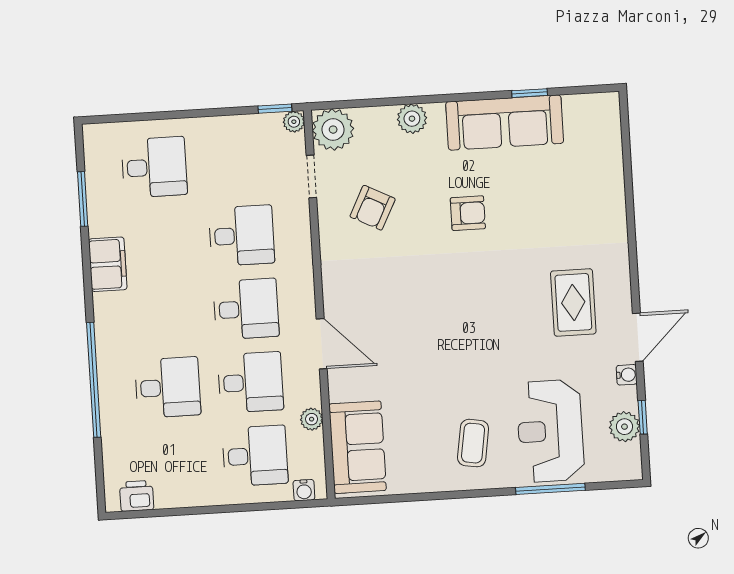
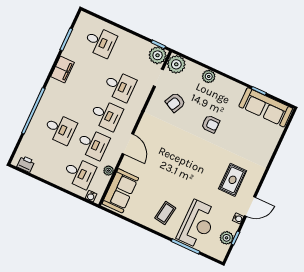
plant: (294, 122) -> (158, 55), width x1.87, depth x1.87
sofa: (505, 123) -> (266, 107), moved
reception desk: (550, 431) -> (197, 224), turned 180

